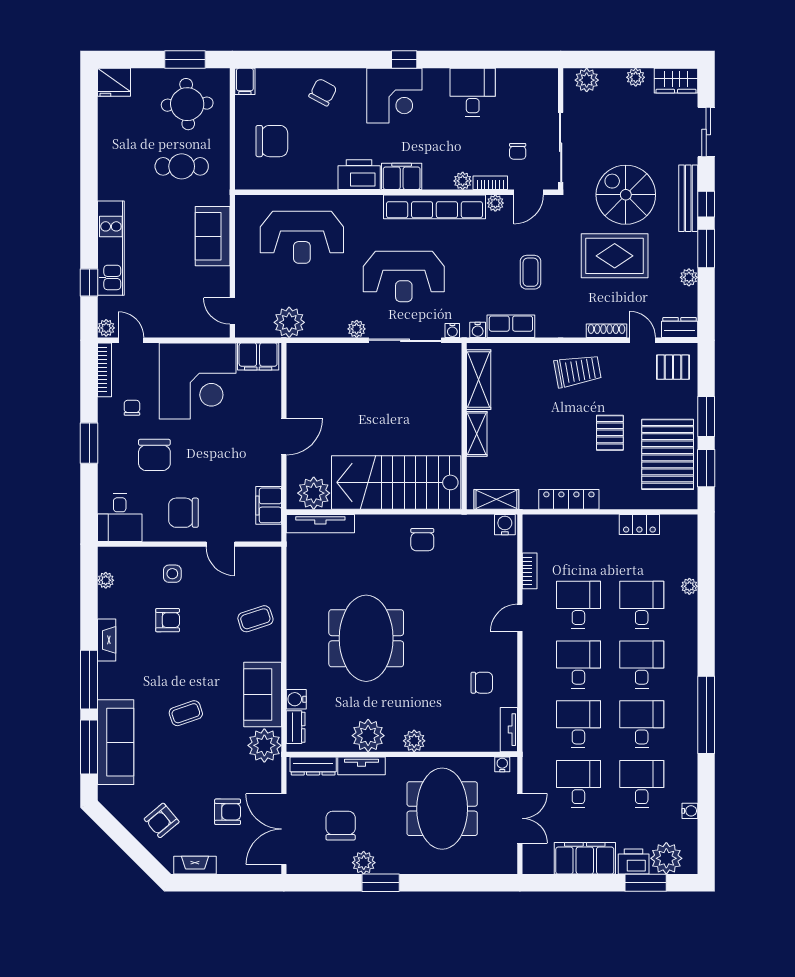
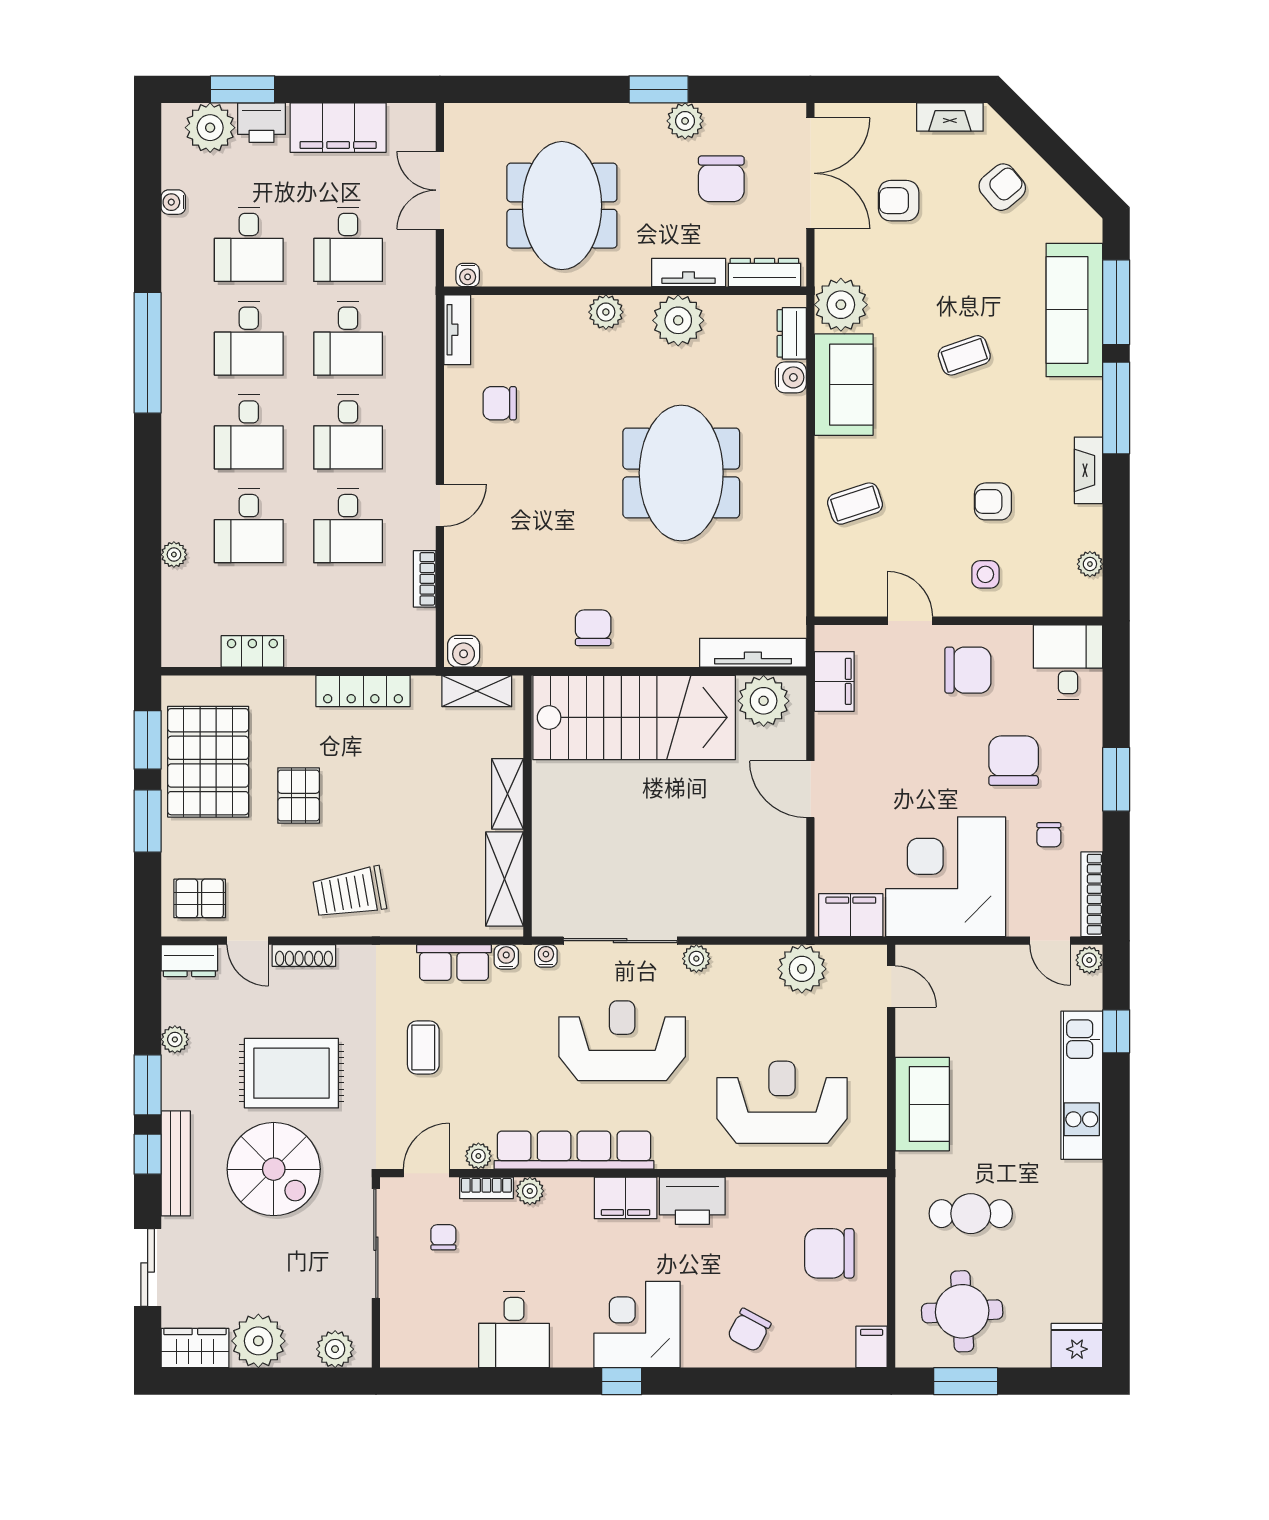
plant: (636, 77) -> (258, 1341), width x1.88, depth x1.88
door: (284, 437) -> (810, 789), hinge flipped

